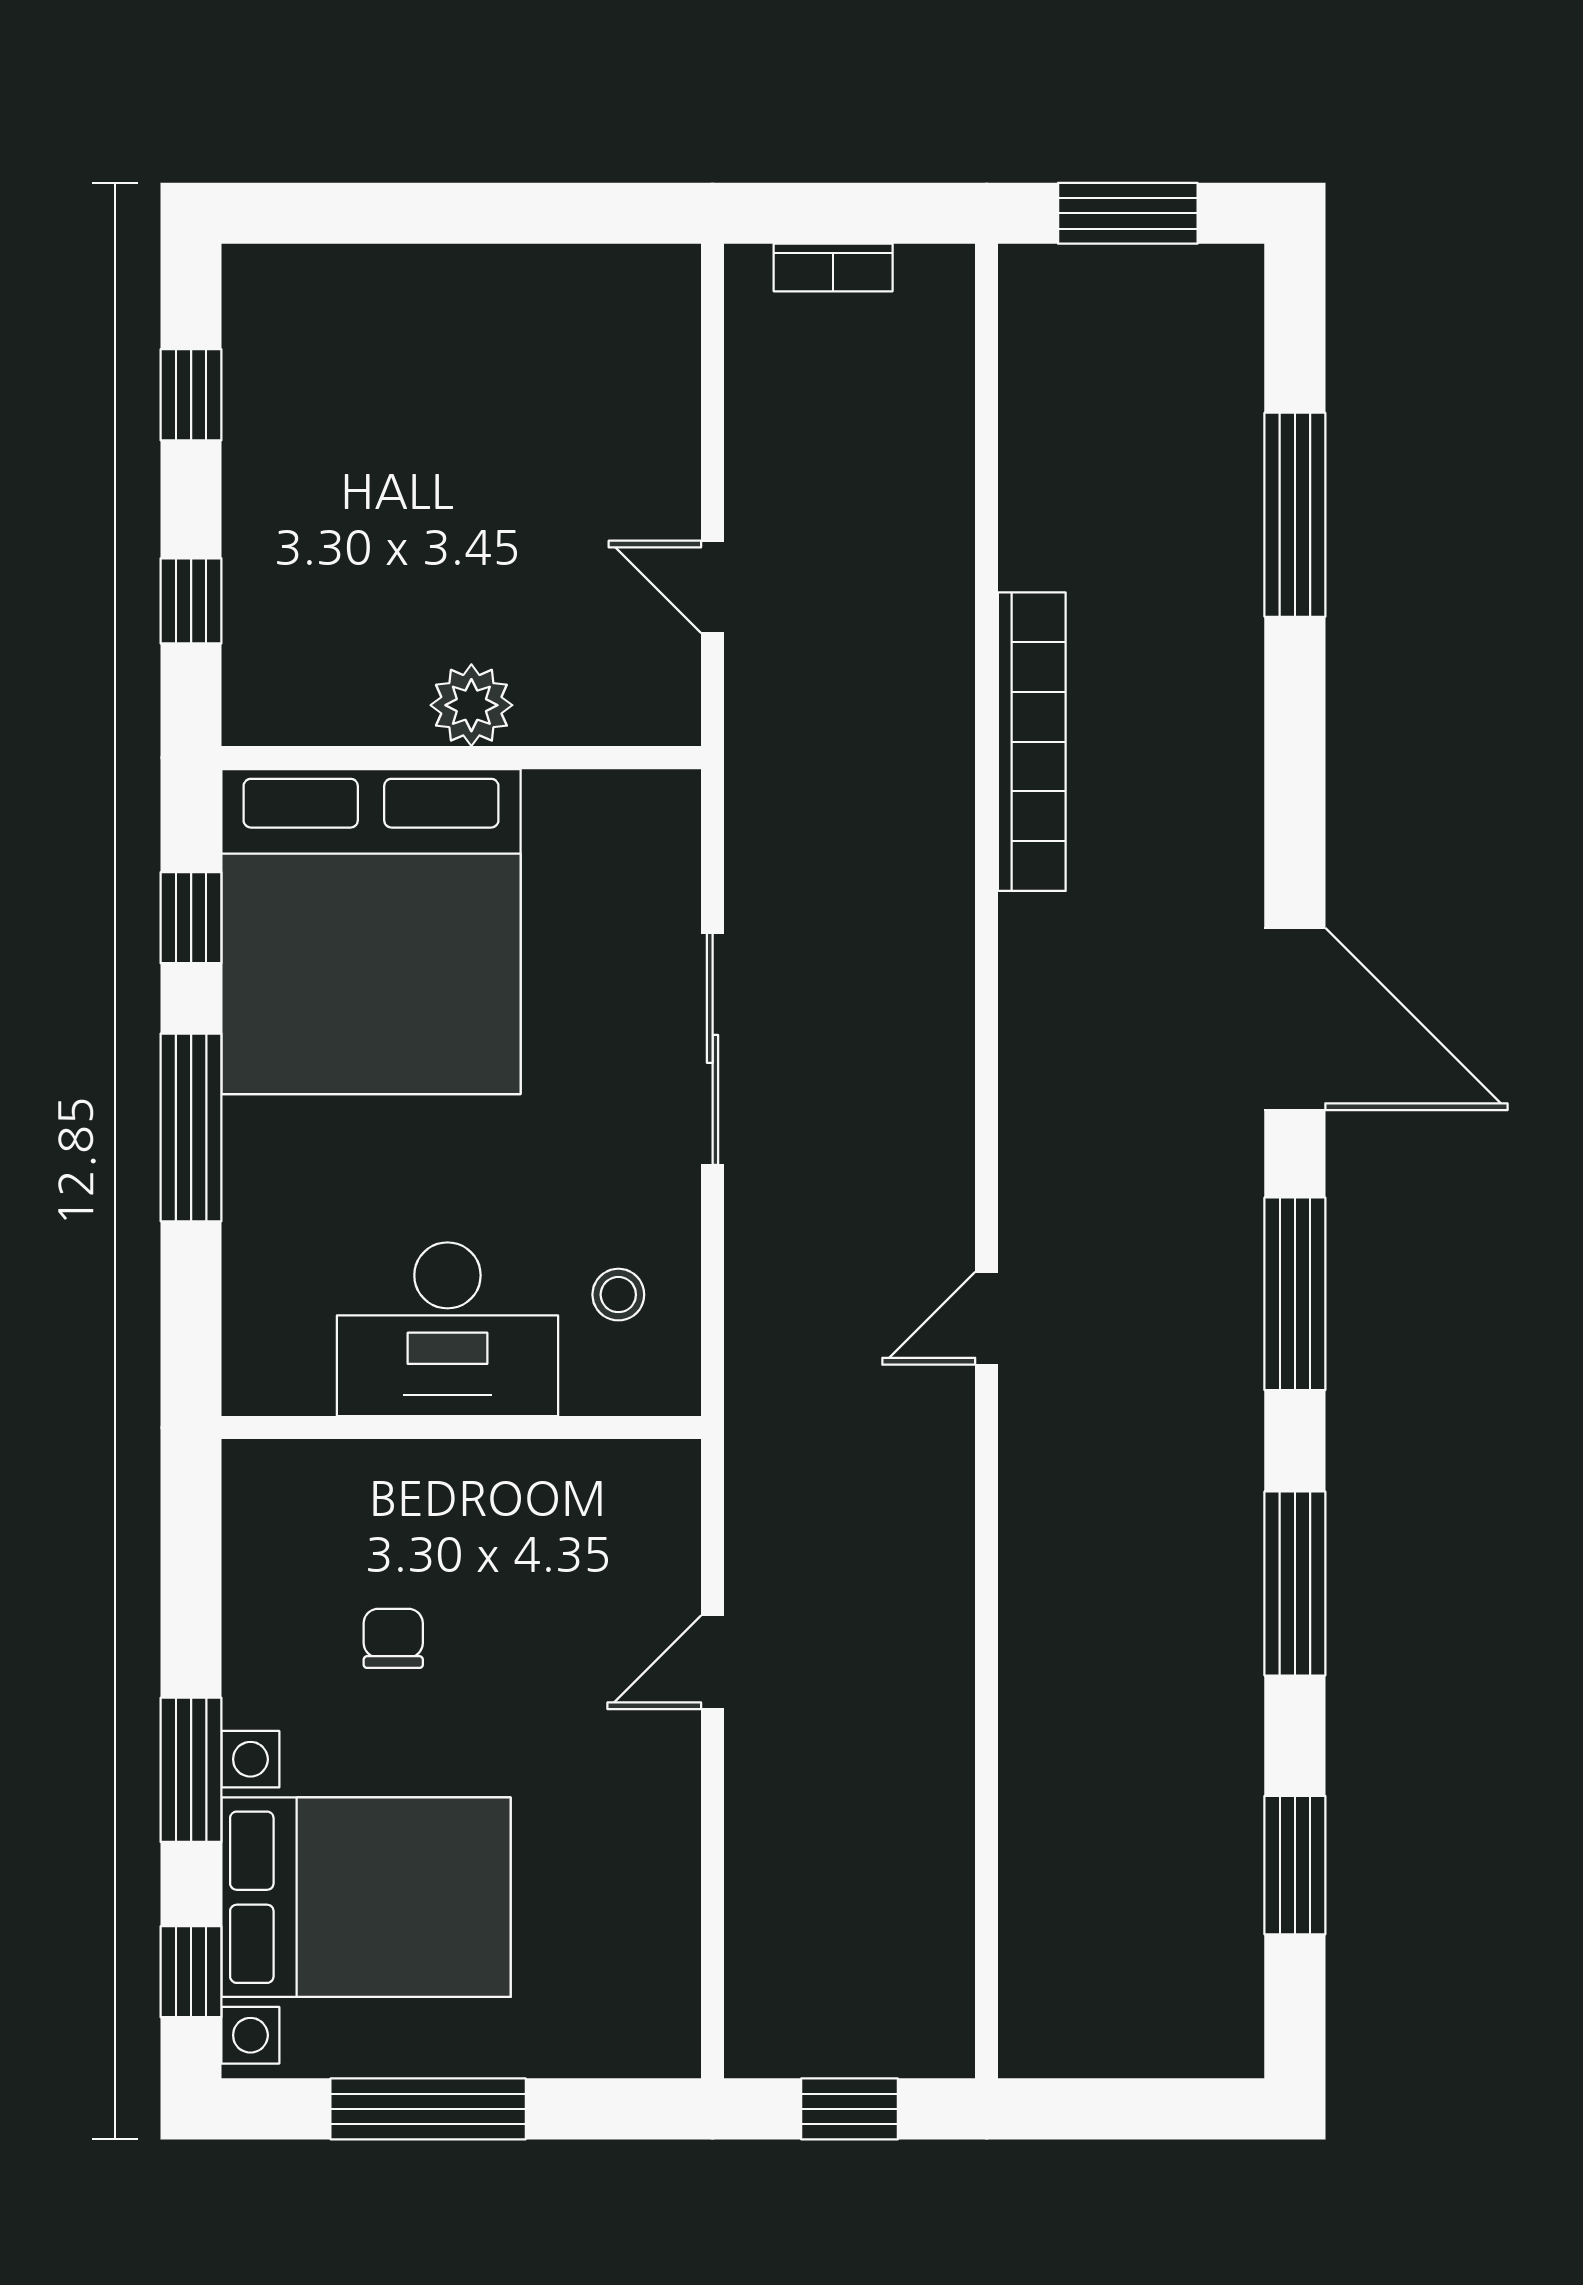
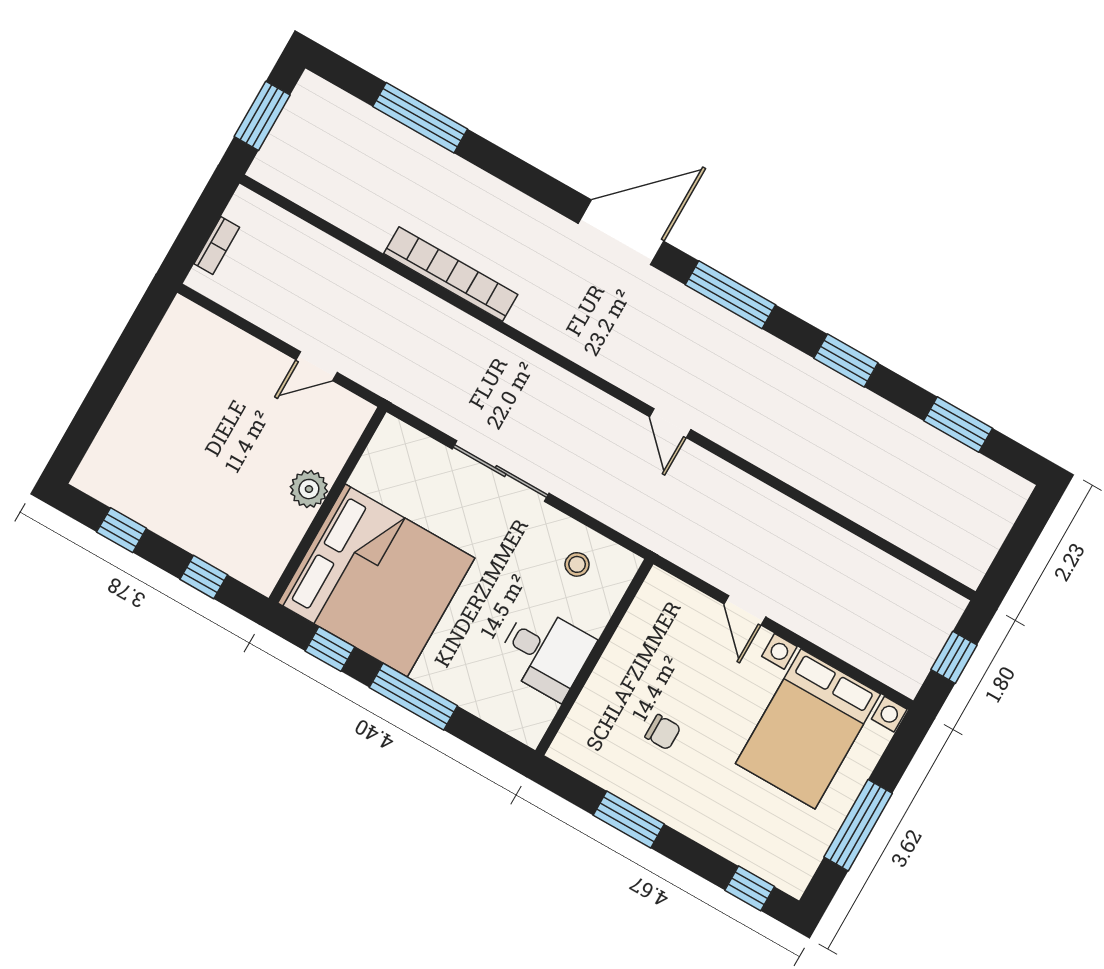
desk: (447, 1329) -> (545, 652), width x0.73
window: (1295, 1583) -> (846, 361), width x0.69
chair: (393, 1638) -> (663, 732), turned 180
window: (191, 1770) -> (629, 820), moved
bed with nightstands: (366, 1897) -> (808, 729), moved, turned 180

